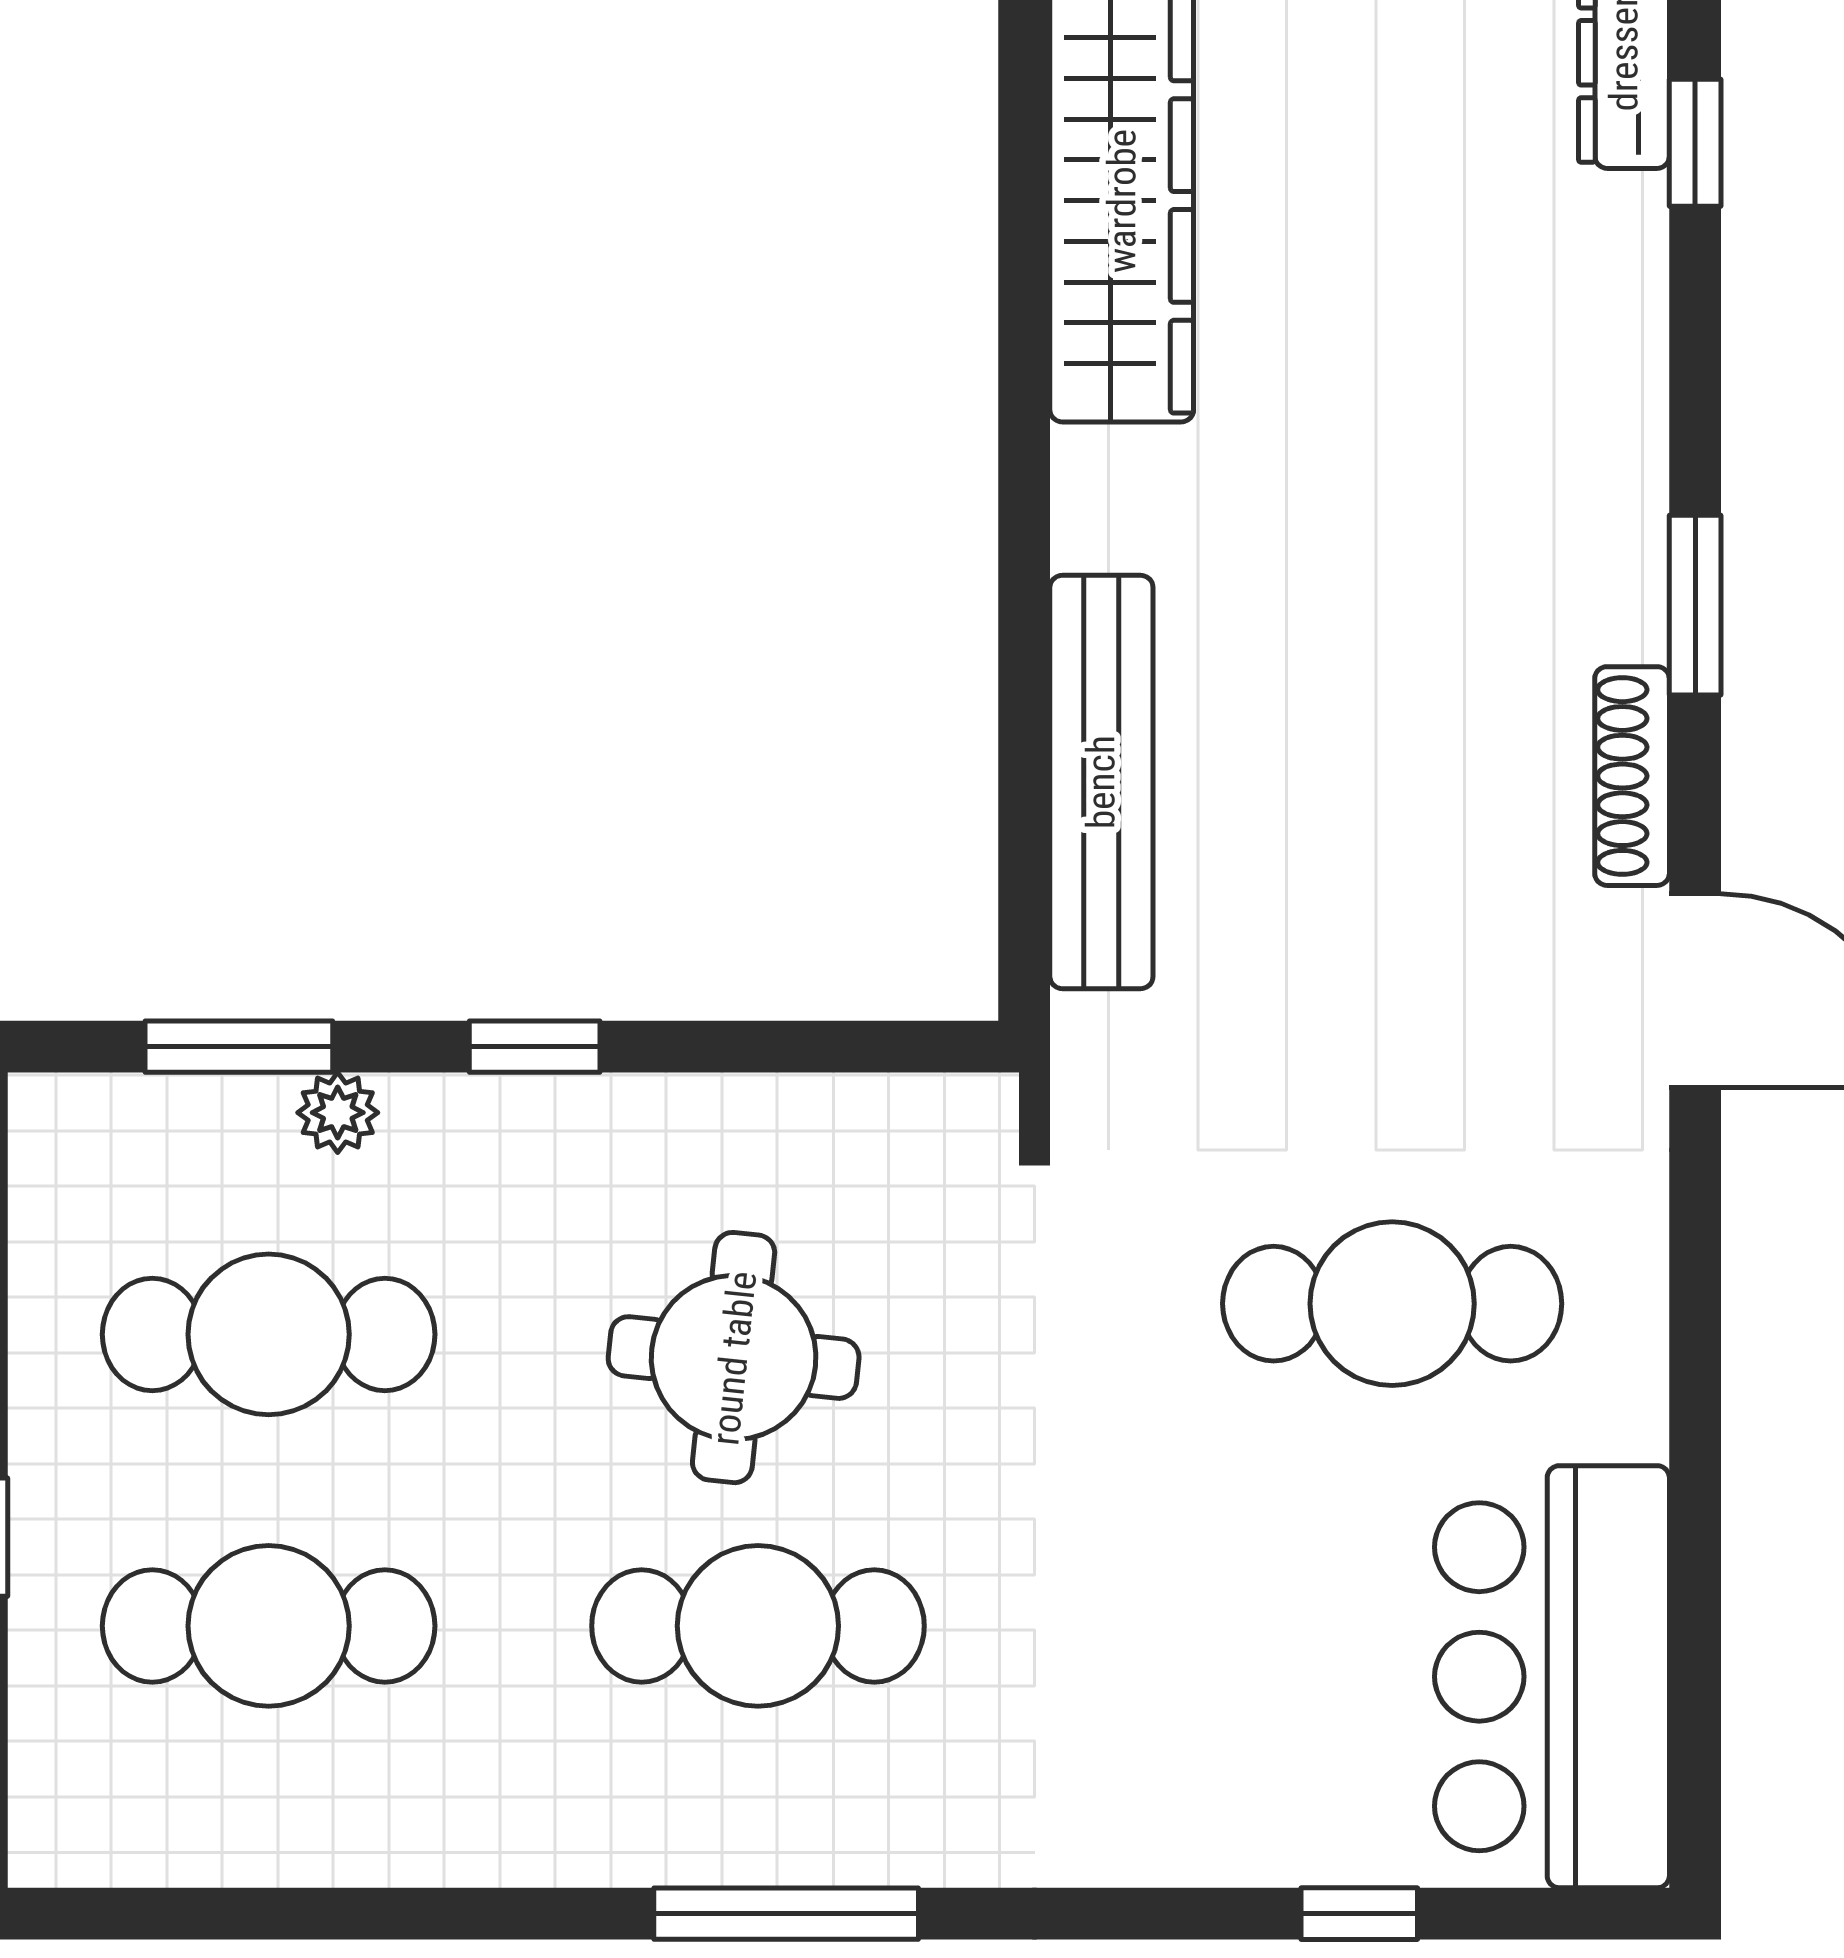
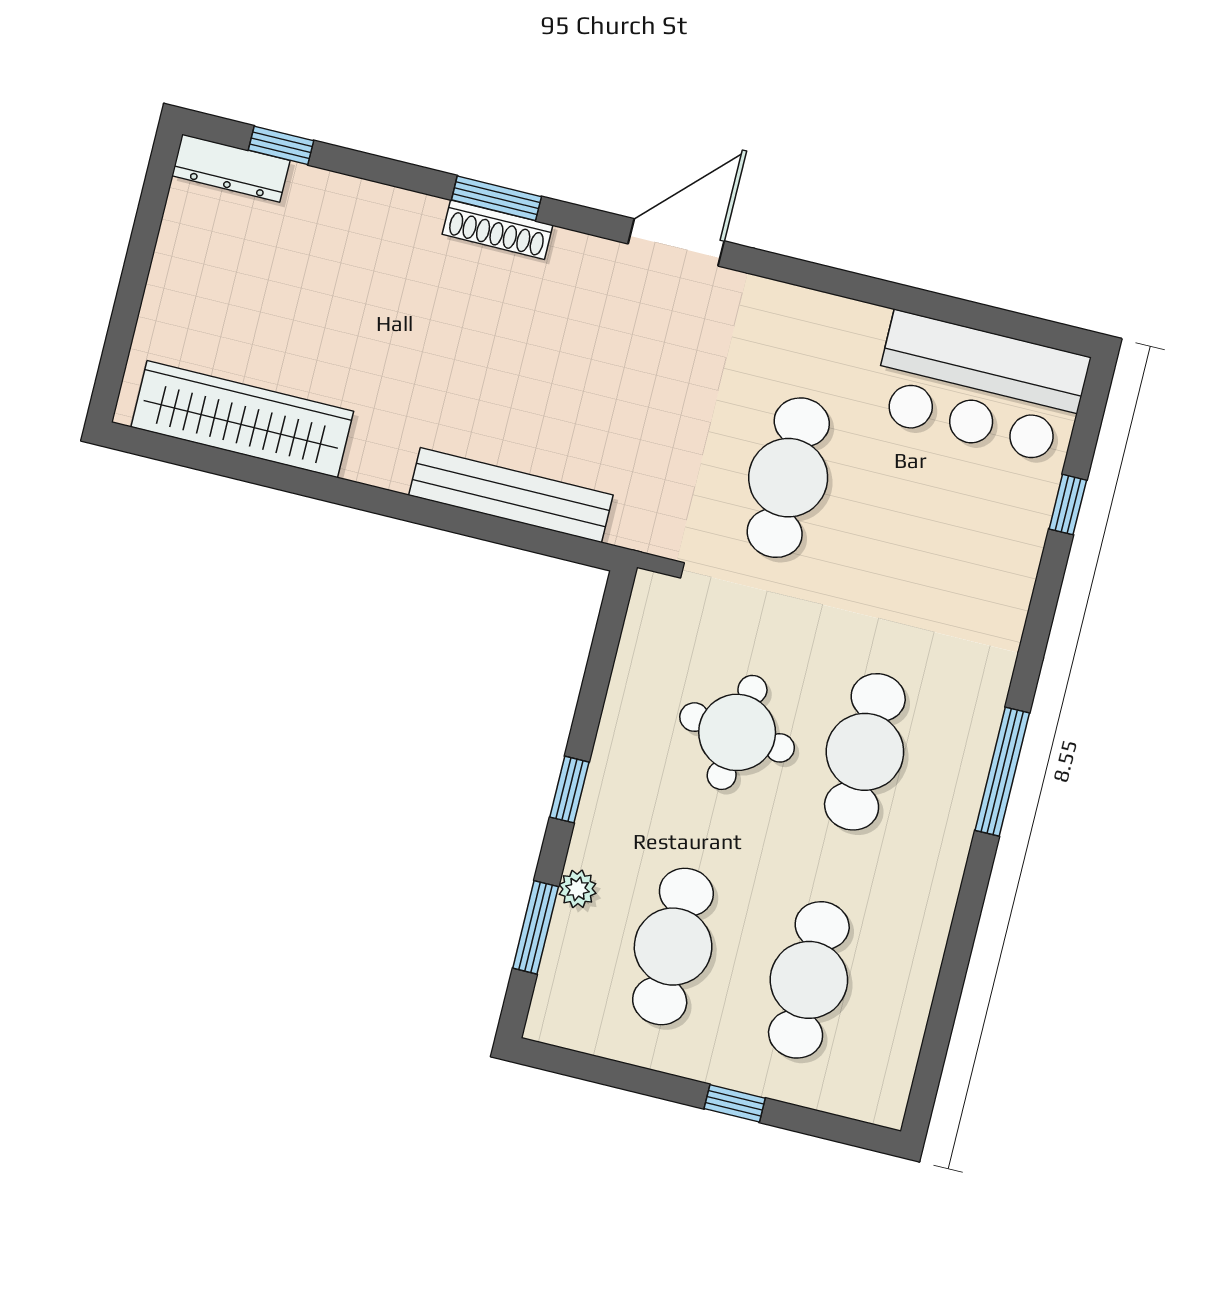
shoe rack: (1632, 776) -> (497, 230), moved
cafe table: (1392, 1304) -> (788, 478), moved

